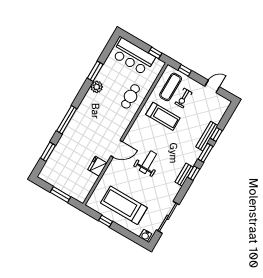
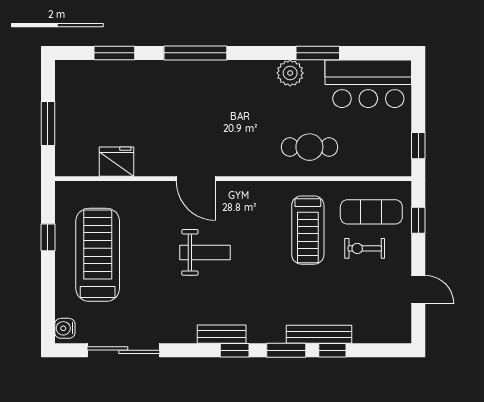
bar counter: (133, 57) -> (368, 84), moved, turned -90
fridge: (97, 166) -> (117, 162), moved

